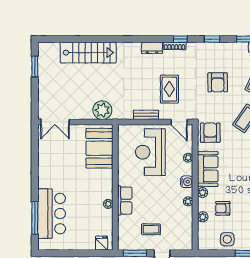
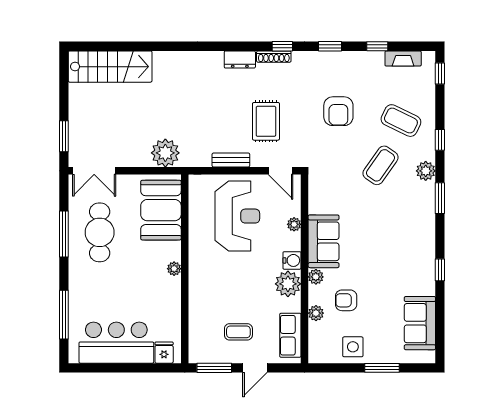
stairs: (88, 53) -> (110, 67), moved
window: (35, 66) -> (64, 136), moved
armchair: (210, 133) -> (327, 187), removed
reception desk: (150, 152) -> (237, 216), turned 180
cafe table: (59, 163) -> (100, 232), added
window: (35, 164) -> (64, 234), added
row of seats: (125, 200) -> (290, 335), moved, turned 180
plant: (188, 201) -> (288, 284), width x1.87, depth x1.87
plant: (108, 204) -> (174, 269), moved
bar counter: (52, 214) -> (116, 343), moved, turned -90

